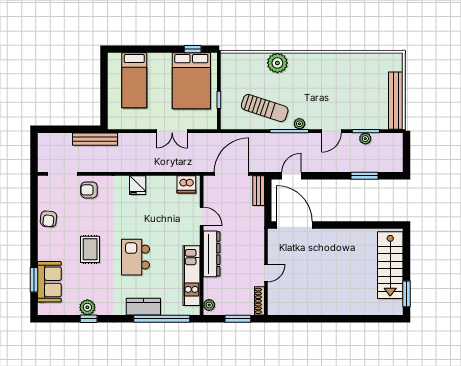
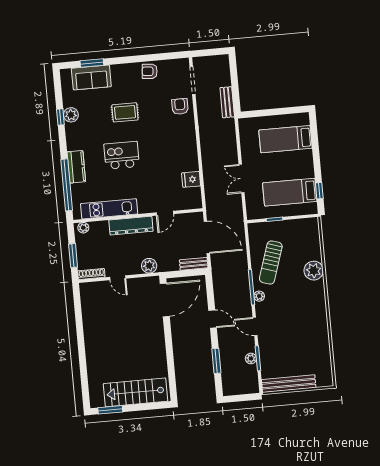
bed: (191, 81) -> (290, 192), width x0.67
bench: (95, 139) -> (227, 102), width x0.73
door: (291, 176) -> (213, 319), moved
dishwasher: (186, 184) -> (193, 196), removed
fridge: (138, 185) -> (191, 179), moved
plant: (256, 238) -> (149, 266), added

